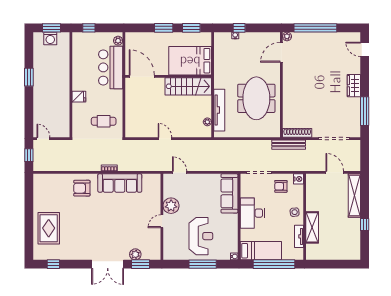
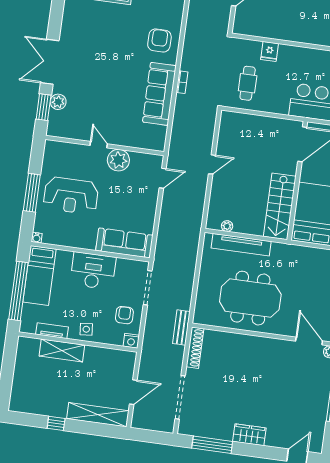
fridge: (79, 97) -> (270, 52), moved
bench: (289, 145) -> (181, 327), width x0.73

